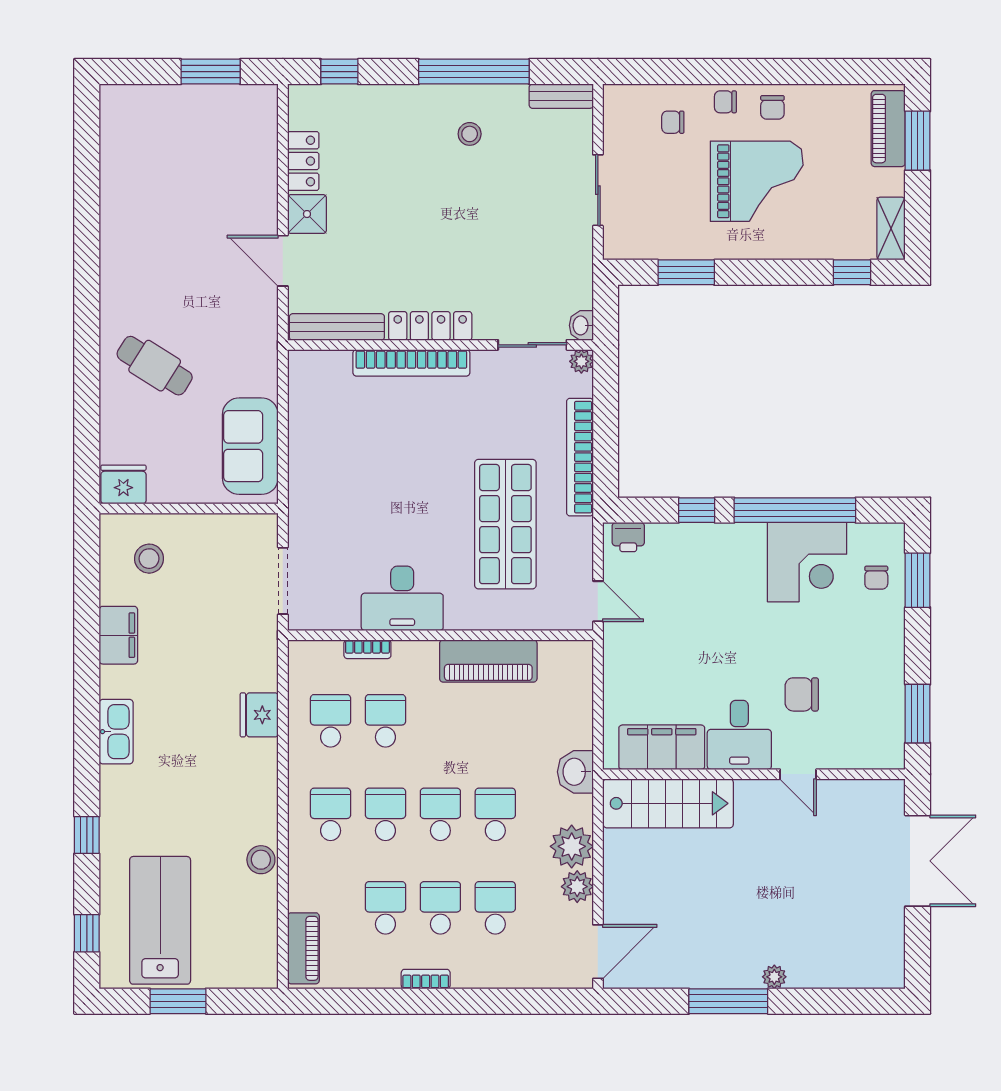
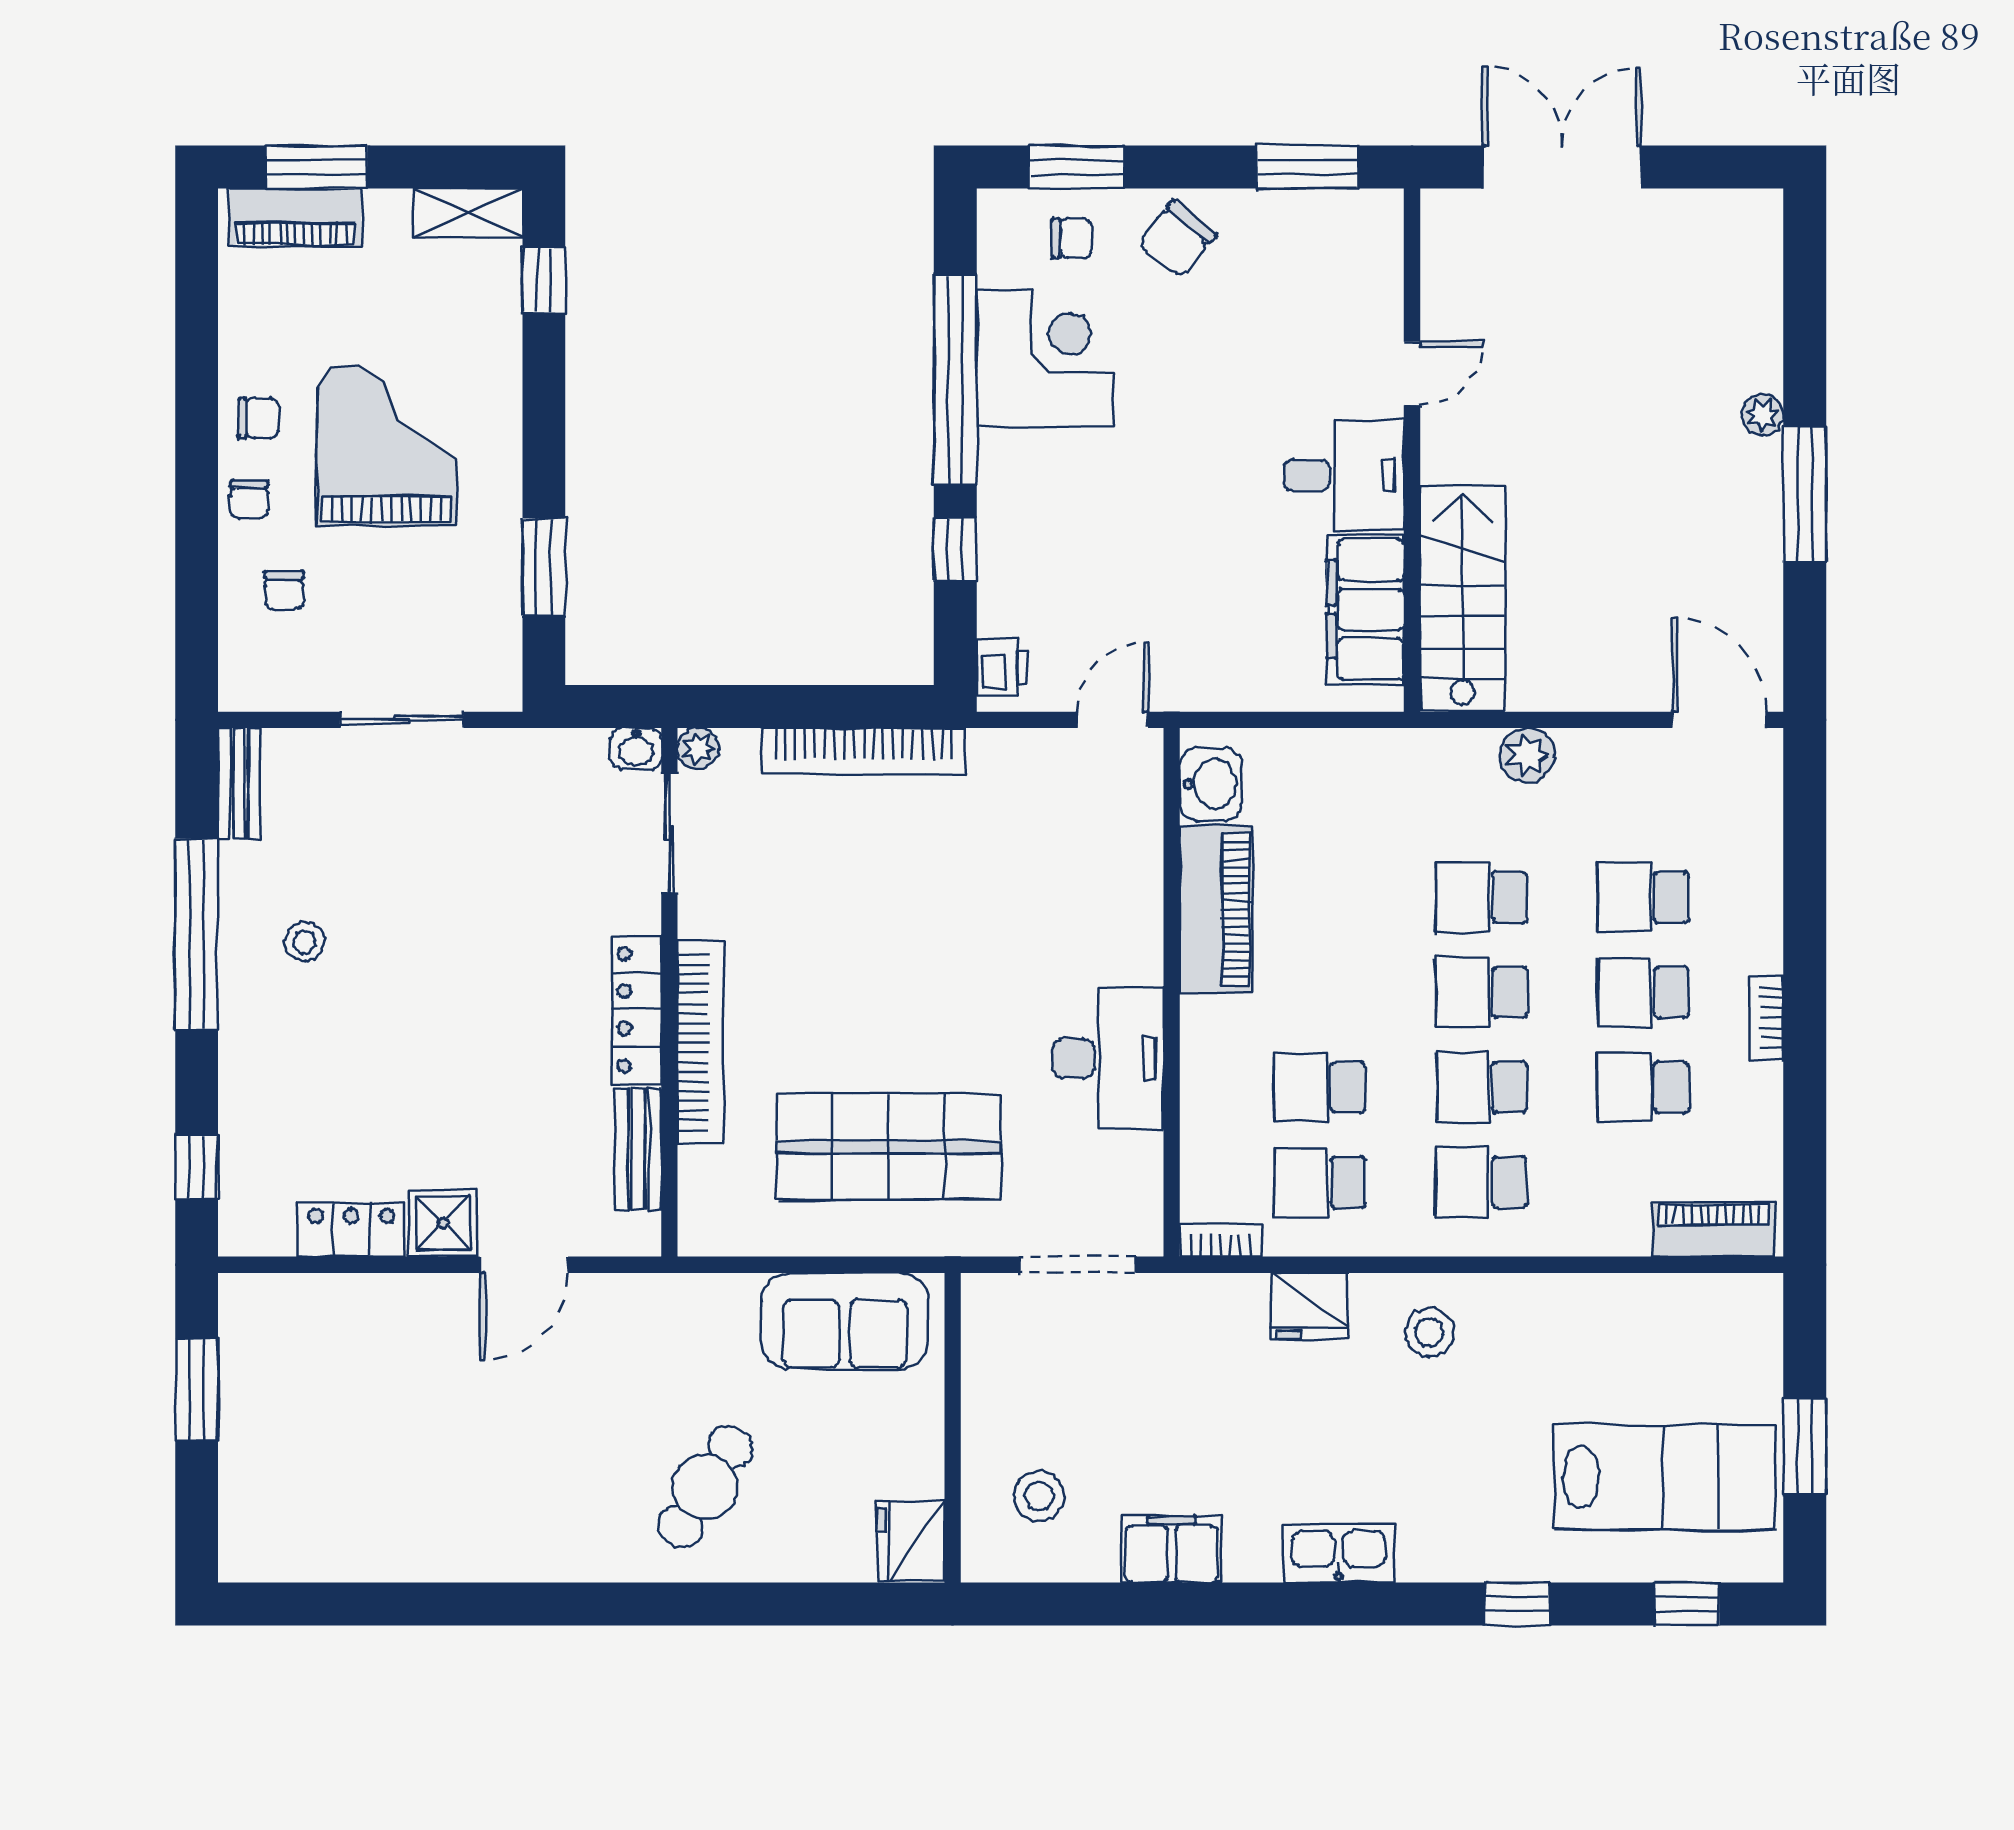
bench: (337, 327) -> (638, 1149), width x0.73
shop shelf: (505, 524) -> (889, 1147), moved
bookcase: (367, 649) -> (1220, 1240), moved, turned -90
chair: (802, 694) -> (1177, 239), moved, turned 39
washbasin: (575, 772) -> (1211, 784), moved, turned -90
plant: (572, 846) -> (1527, 755), width x0.73, depth x0.73
stool: (261, 860) -> (1430, 1332), moved
plant: (577, 887) -> (1606, 756), removed
lab bench: (160, 920) -> (1665, 1477), turned 180

